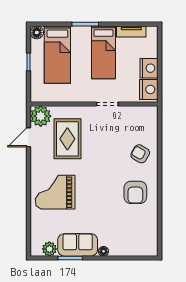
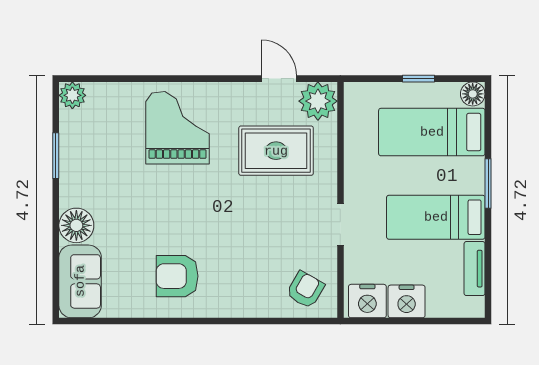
armchair: (140, 154) -> (305, 290), moved
sofa: (78, 245) -> (80, 281), moved
plant: (49, 249) -> (72, 95), moved
floor lamp: (103, 251) -> (76, 225), width x1.89, depth x1.89

